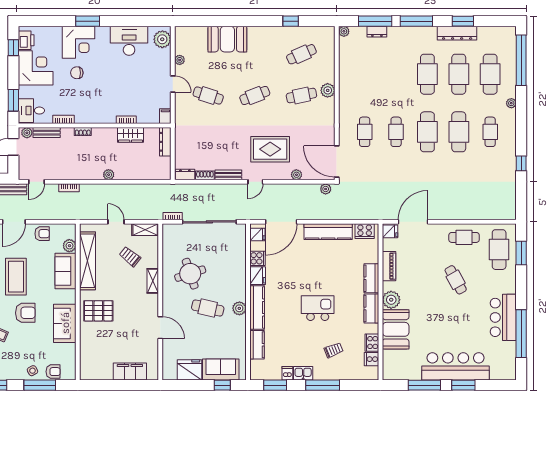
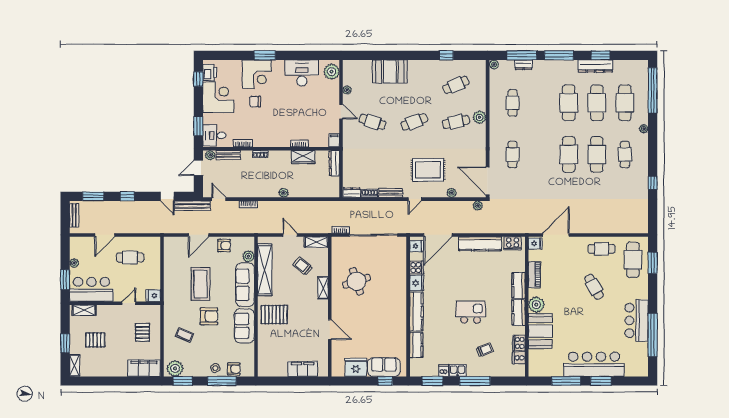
cafe table: (396, 132) -> (513, 103), moved
door: (37, 182) -> (219, 199), swing flipped
sofa: (66, 271) -> (245, 285), width x1.36
cafe table: (208, 308) -> (372, 312), removed
plant: (239, 308) -> (400, 312), removed

